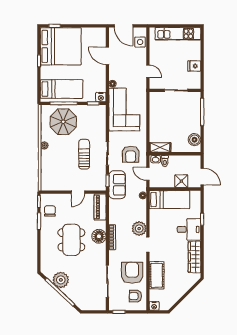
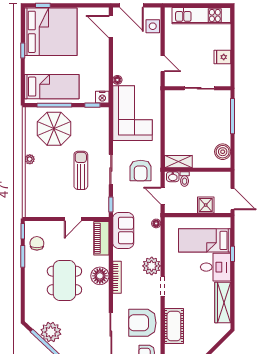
door: (107, 56) -> (111, 27), moved
sofa: (117, 185) -> (123, 230), moved
bed: (169, 200) -> (205, 240), moved, turned 180
armchair: (132, 273) -> (142, 323), turned -90

